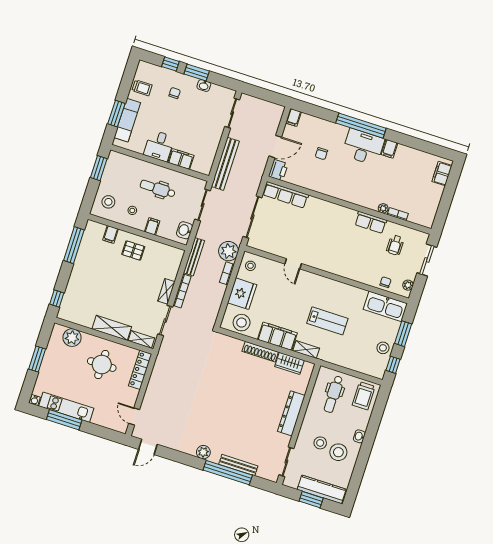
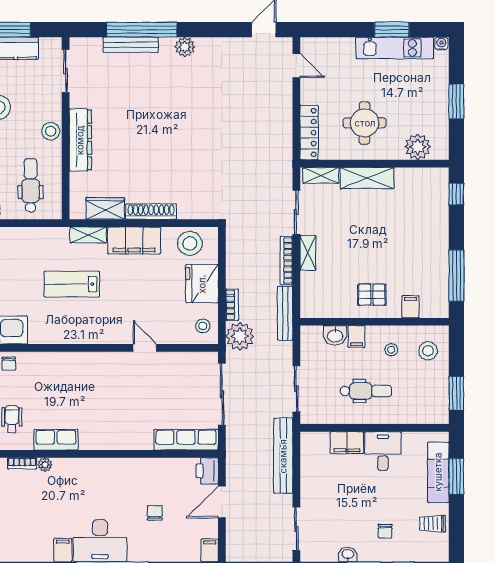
washbasin: (185, 230) -> (335, 335), moved, turned 90
window: (64, 420) -> (392, 30), width x0.69
stool: (320, 443) -> (51, 131), moved

